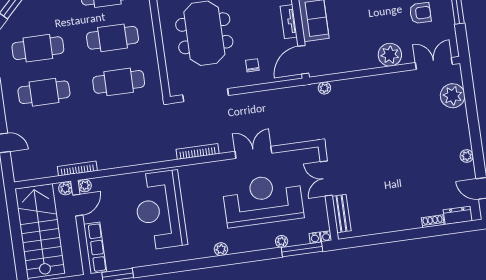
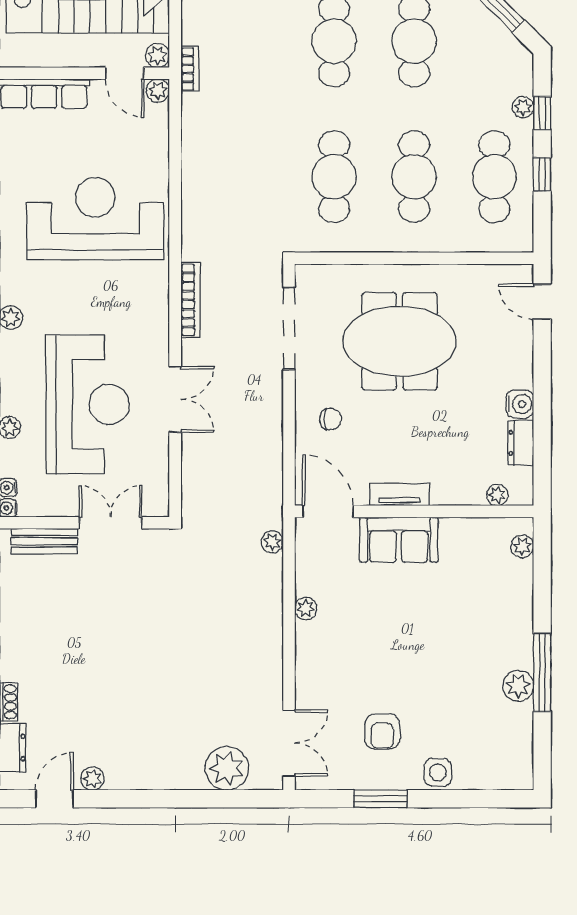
plant: (390, 55) -> (306, 609), moved, width x0.53, depth x0.53
plant: (467, 156) -> (93, 779), moved
bookcase: (77, 169) -> (190, 69), width x0.64

